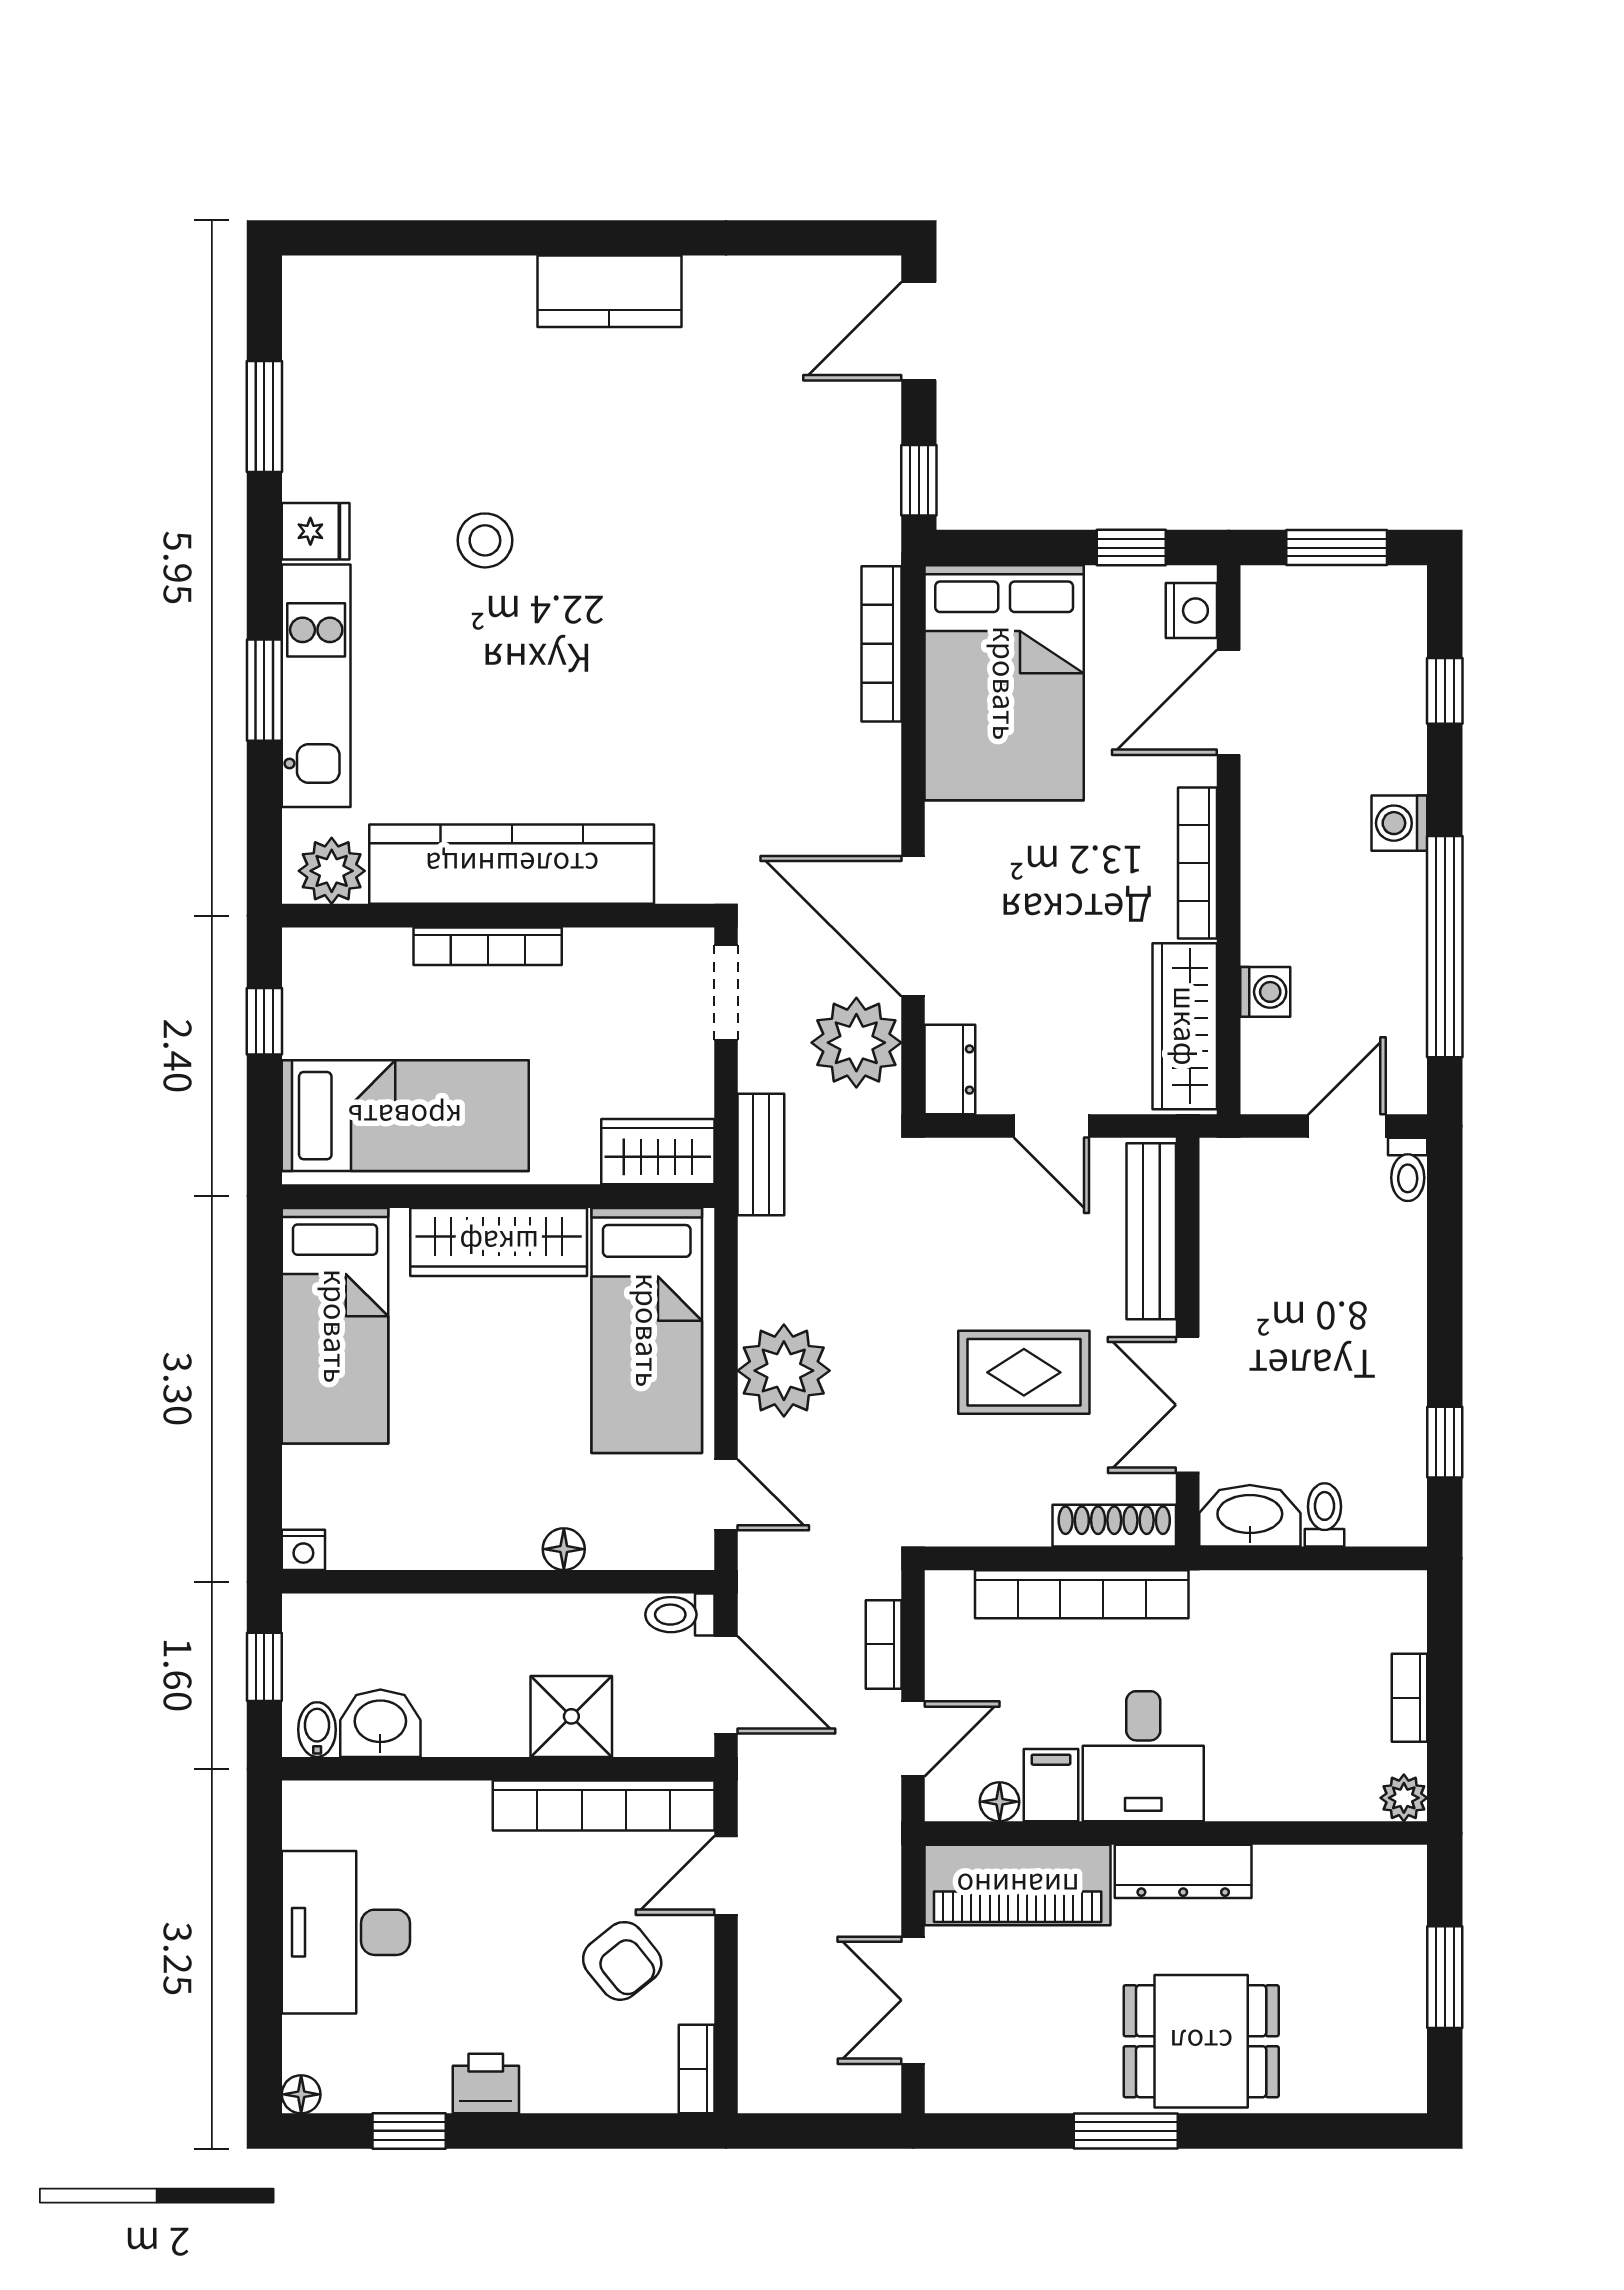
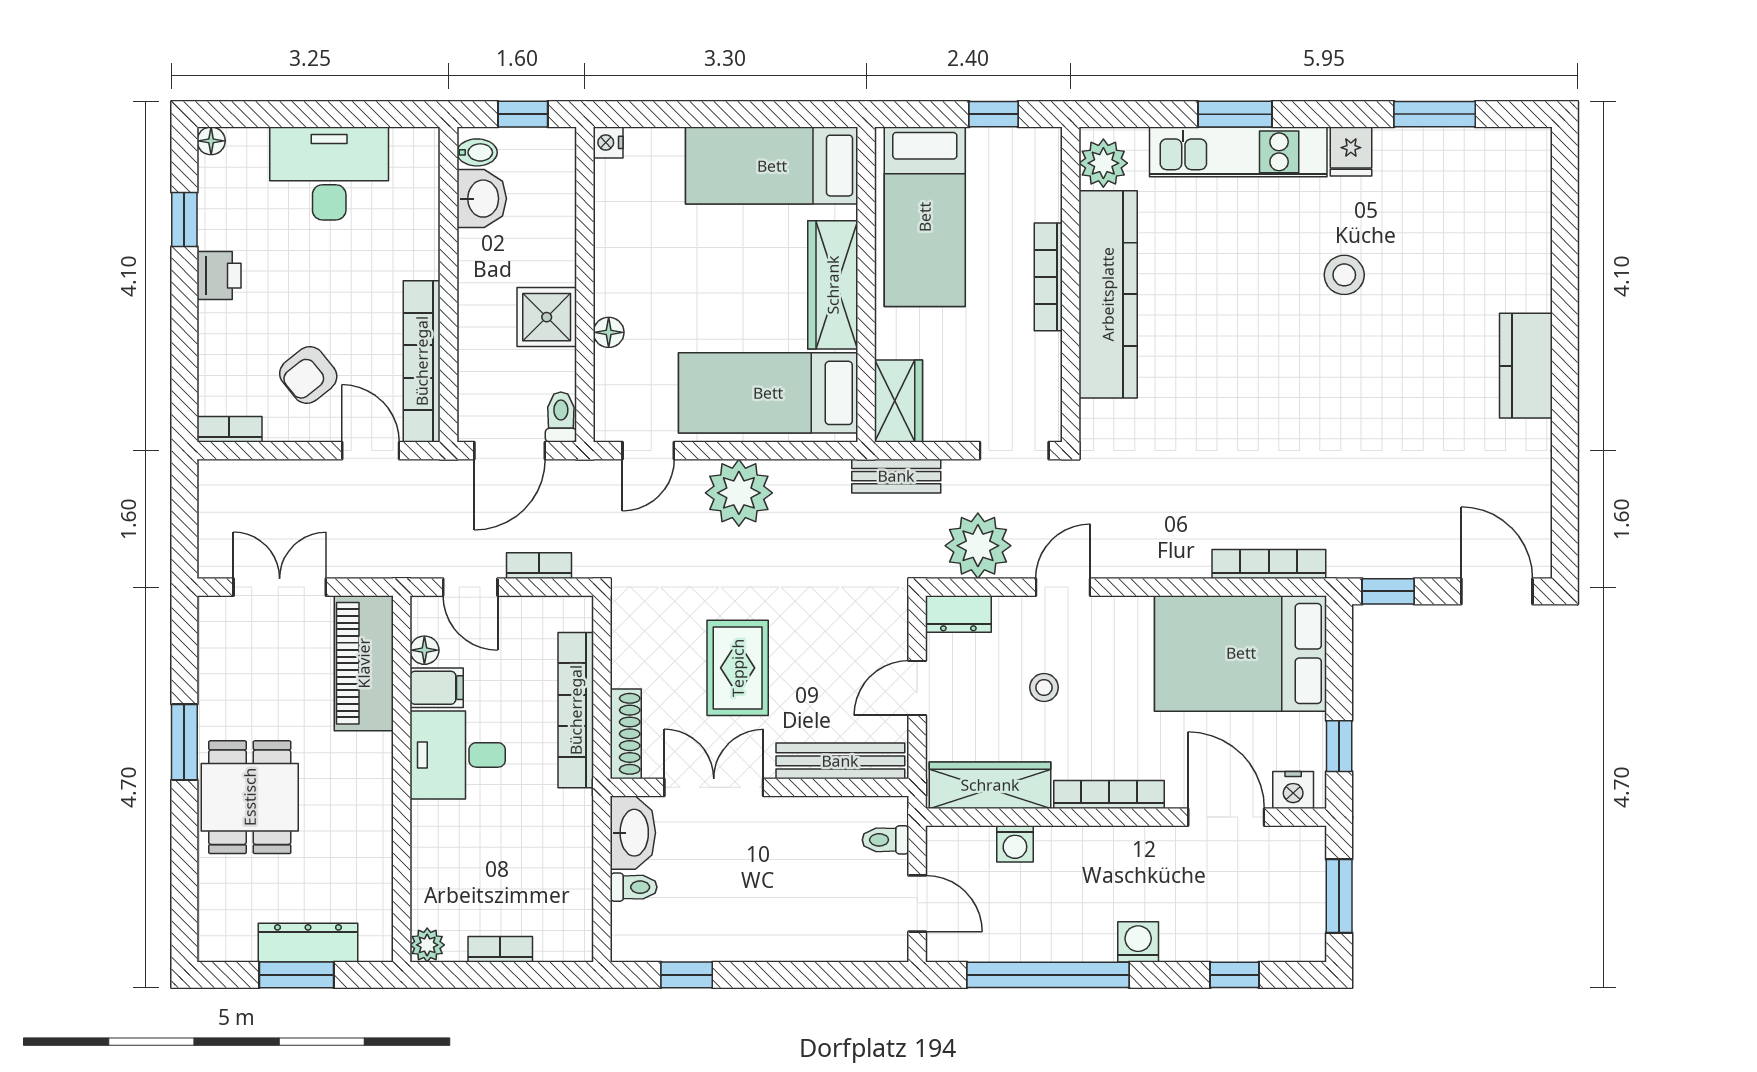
door: (913, 926) -> (1063, 587), width x0.53
stool: (1051, 952) -> (1044, 687), added
toilet: (1408, 1169) -> (886, 840), moved
shower: (571, 1716) -> (547, 317), moved
dresser: (1183, 1871) -> (308, 943), moved, turned 90

